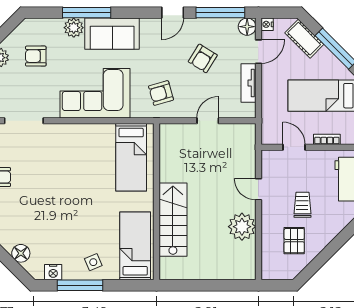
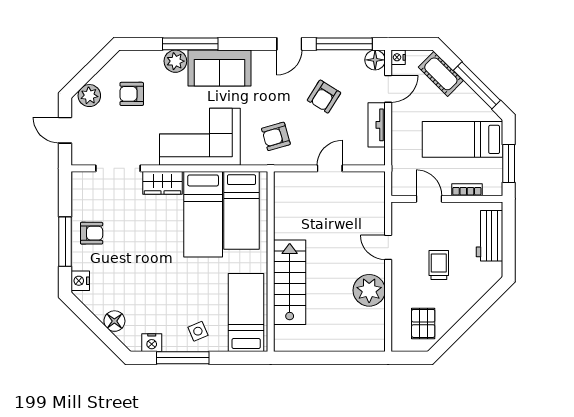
wardrobe: (63, 133) -> (162, 183), added
bed: (98, 161) -> (203, 214), added
pallet: (294, 241) -> (423, 323), moved

